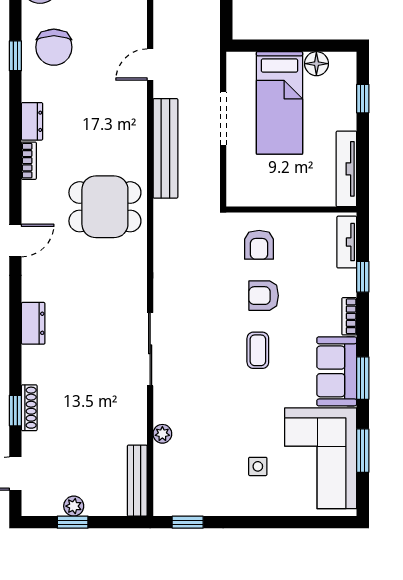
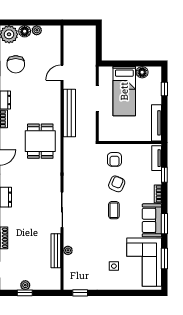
dining table: (105, 207) -> (40, 141), turned 90
armchair: (264, 296) -> (117, 184), turned 113
bench: (137, 481) -> (56, 251), moved

